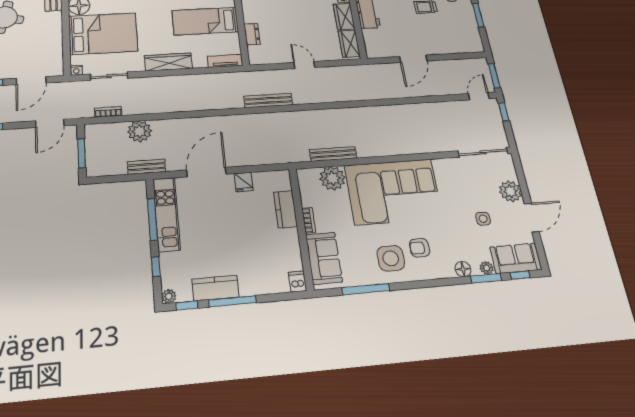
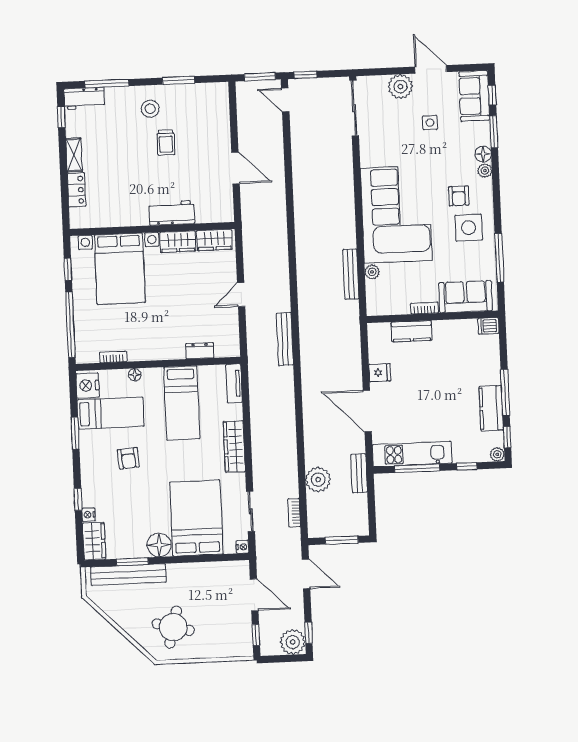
plant: (332, 178) -> (372, 272), width x0.53, depth x0.53
plant: (487, 268) -> (485, 171), moved

